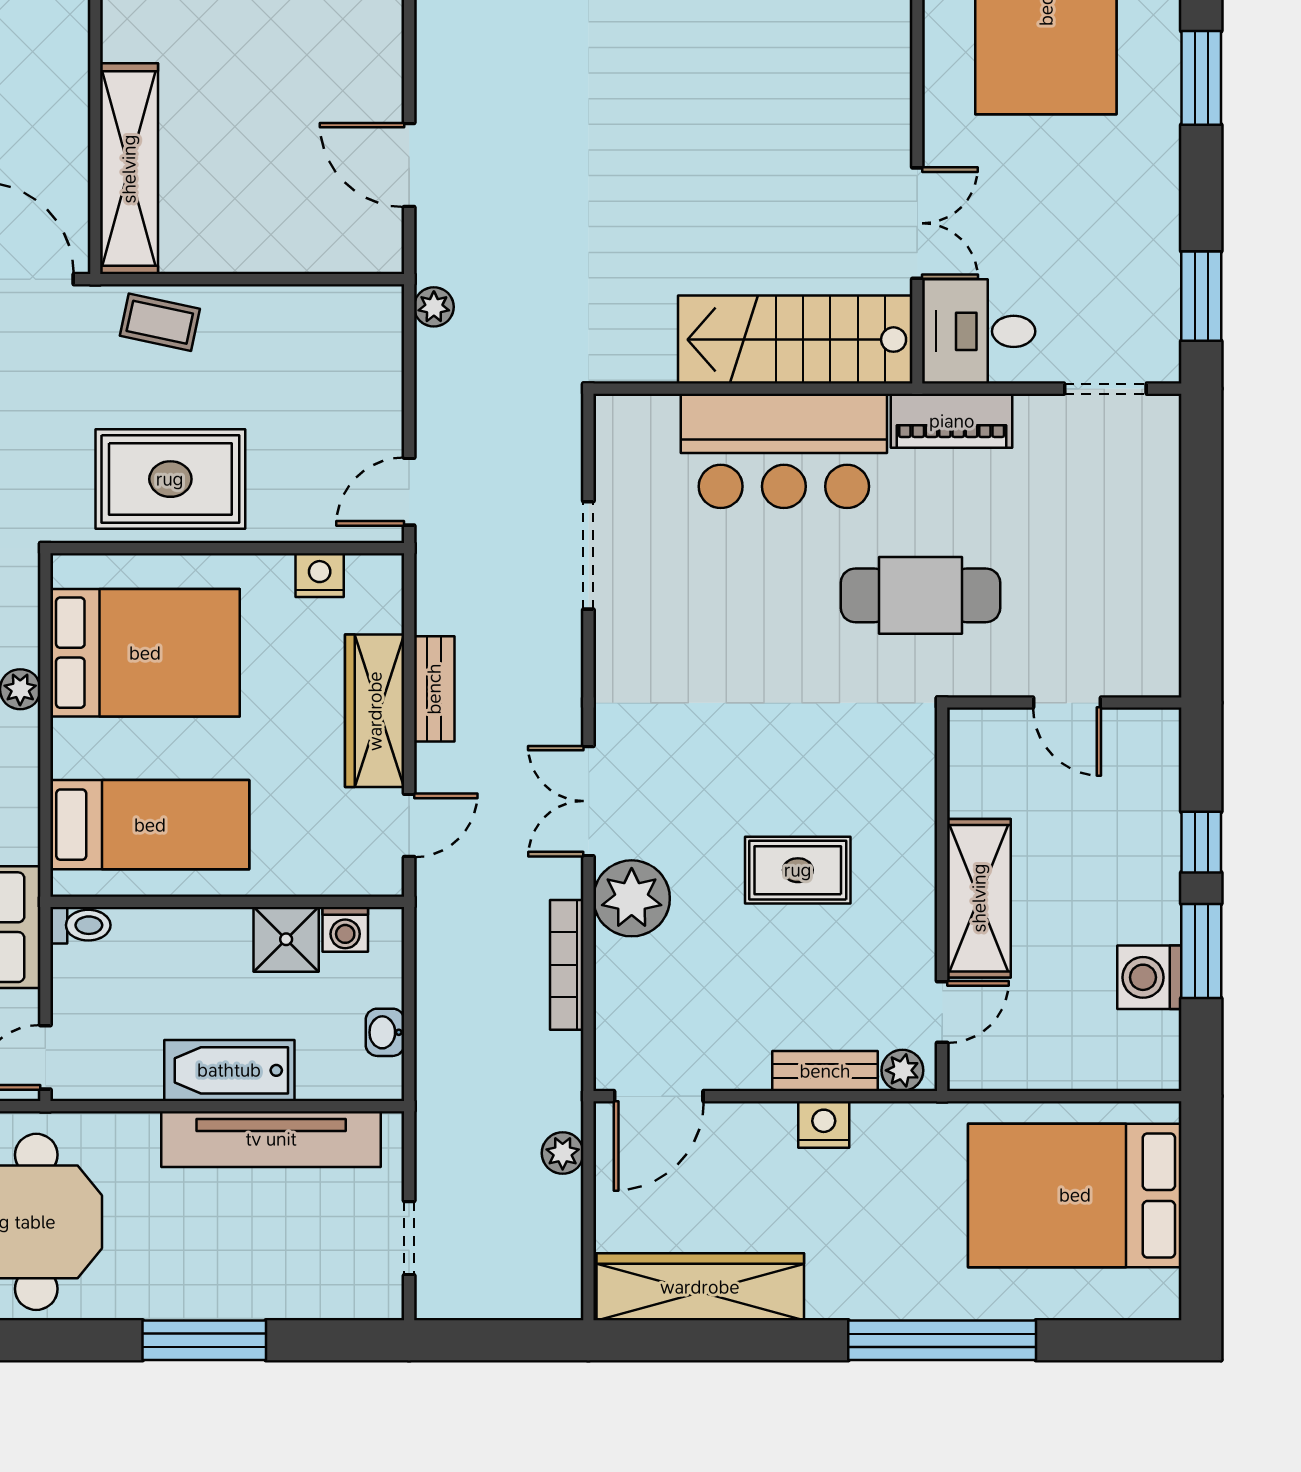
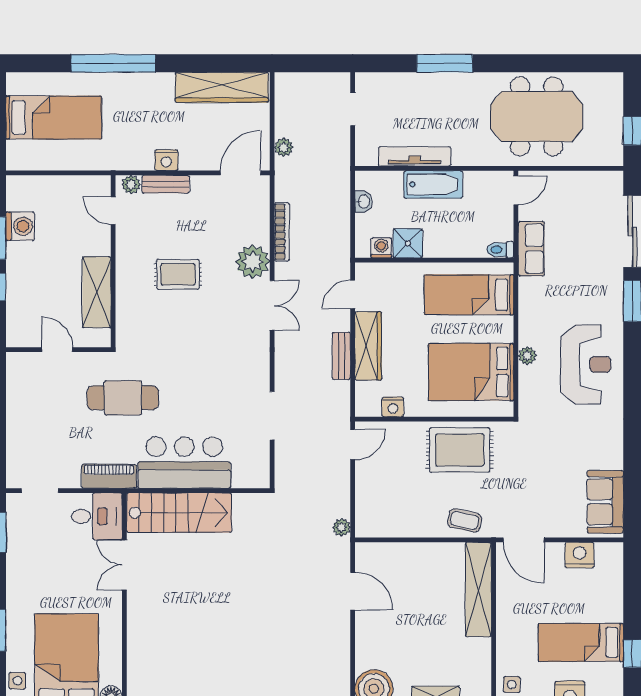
shelving: (979, 898) -> (97, 292), moved
door: (942, 1012) -> (113, 211), hinge flipped
tv unit: (271, 1139) -> (415, 156), width x0.73, depth x0.78
bed: (1075, 1195) -> (54, 117), width x0.67

